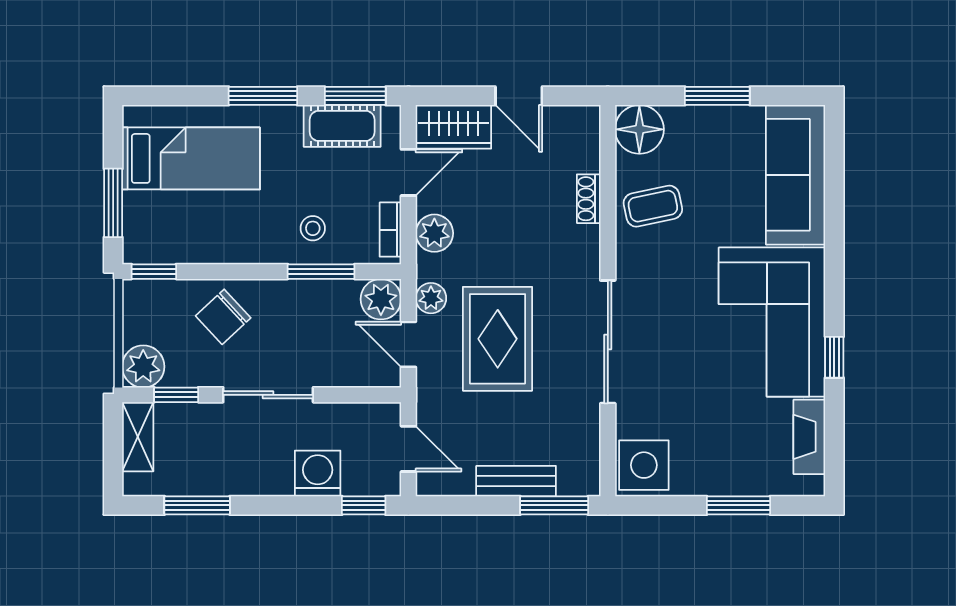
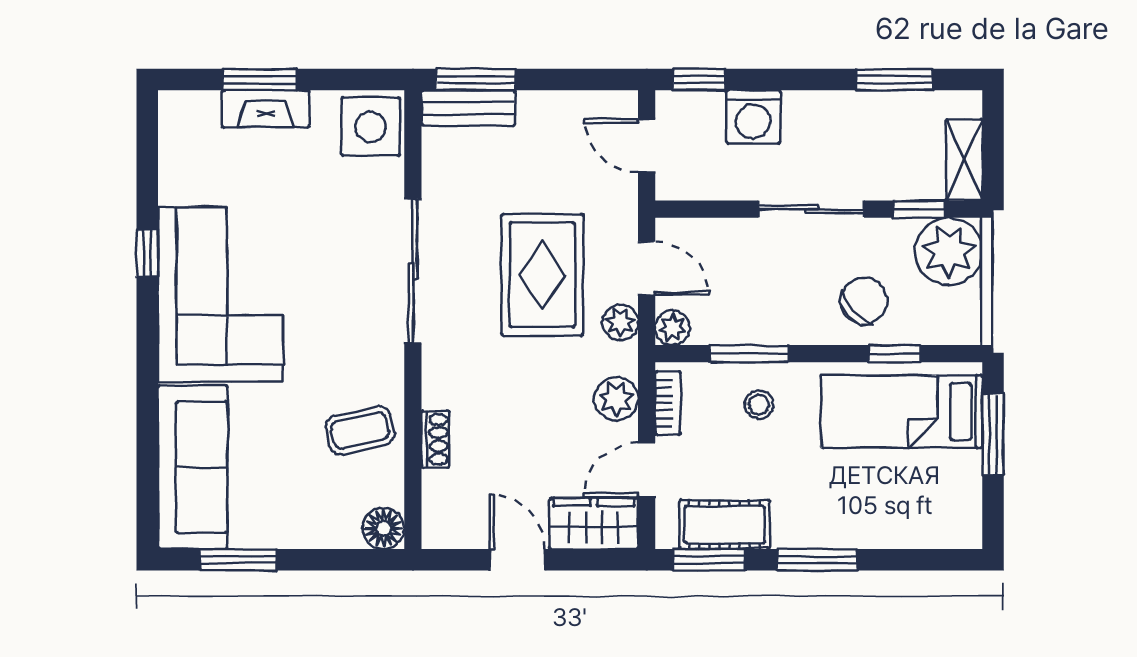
window: (717, 96) -> (238, 560), moved
floor lamp: (639, 129) -> (384, 528), width x0.73, depth x0.73
bed: (191, 158) -> (902, 412), moved
window: (154, 272) -> (895, 354), moved
plant: (381, 299) -> (673, 328), width x0.73, depth x0.73
plant: (143, 367) -> (949, 251), width x1.36, depth x1.36
fireplace: (809, 437) -> (266, 109), moved, turned 90
bench: (516, 481) -> (468, 108), moved

